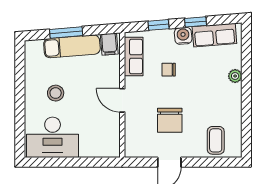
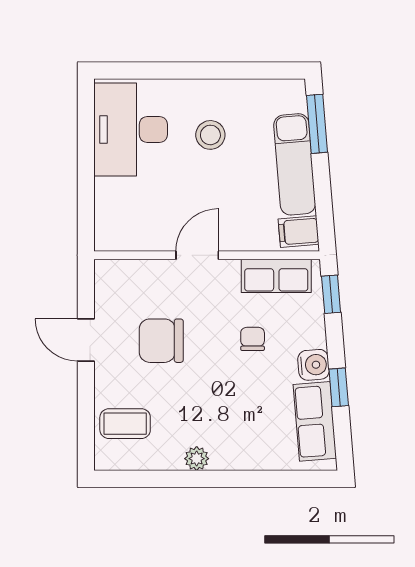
window: (159, 25) -> (331, 294), moved
window: (66, 33) -> (317, 124), moved
plant: (235, 76) -> (197, 459), moved

